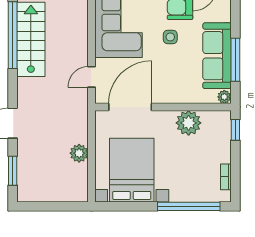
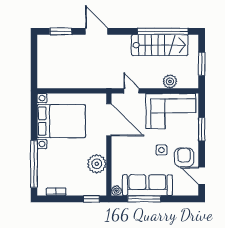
plant: (79, 153) -> (170, 81), moved

